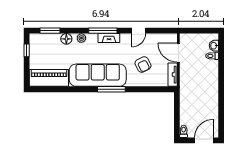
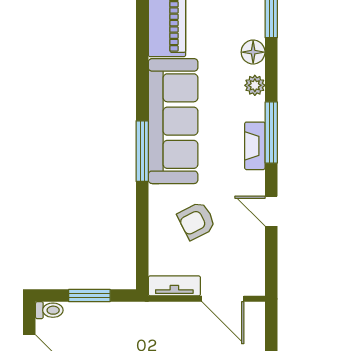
door: (178, 53) -> (223, 299), swing flipped
window: (177, 113) -> (89, 296), added

